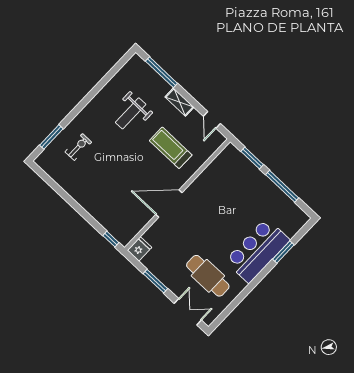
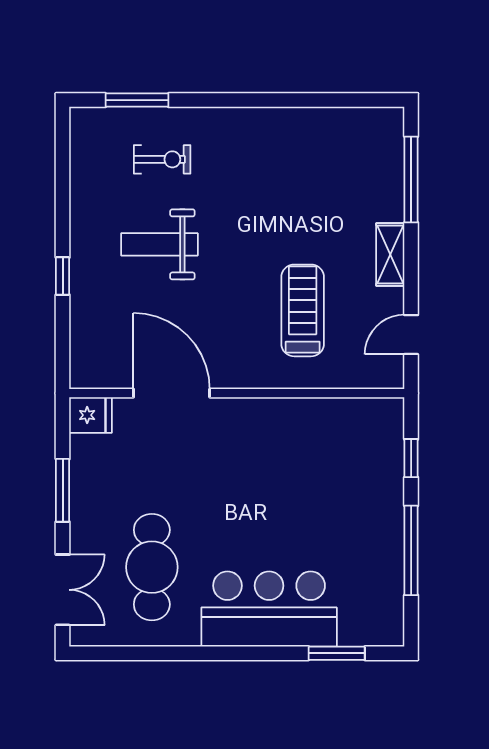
weight bench: (131, 113) -> (159, 244), moved
window: (252, 158) -> (411, 458), width x0.67
door: (169, 204) -> (172, 393), moved
window: (111, 239) -> (63, 276), moved
window: (283, 252) -> (337, 653), moved

